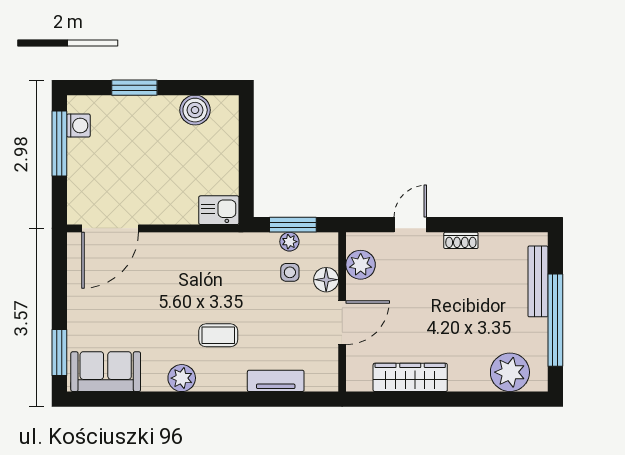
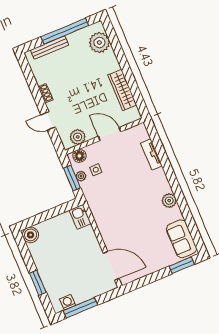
boiler: (195, 110) -> (31, 235), moved
floor lamp: (326, 280) -> (79, 156), moved
coffee table: (218, 335) -> (141, 192), removed

